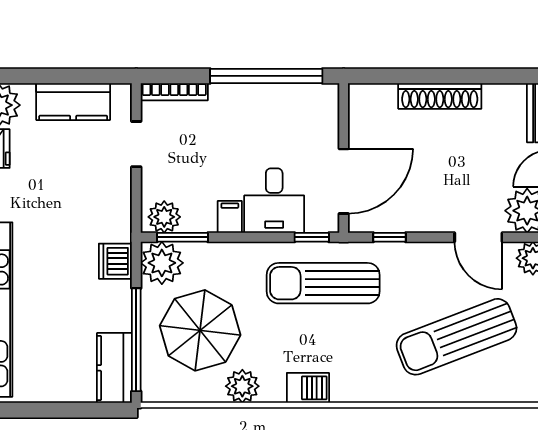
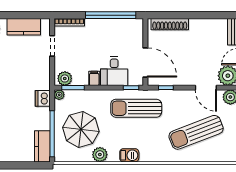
shoe rack: (440, 96) -> (170, 24), moved
door: (344, 181) -> (145, 62), hinge flipped
plant: (162, 263) -> (59, 95), width x0.53, depth x0.53

